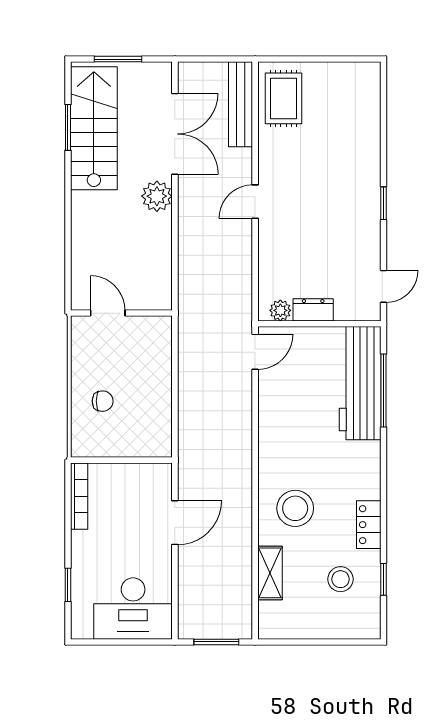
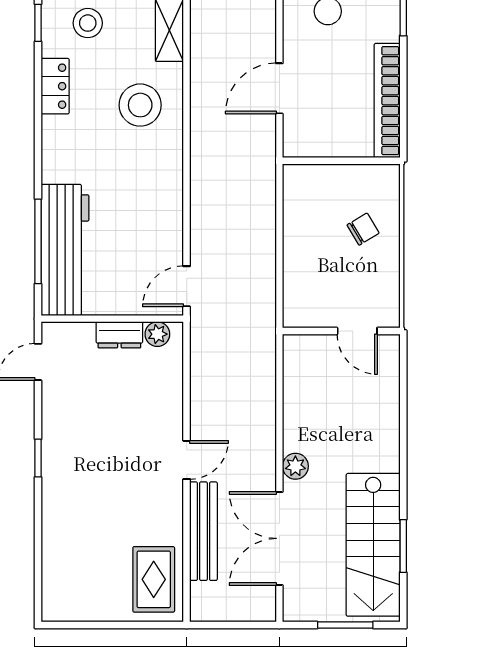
bench: (241, 104) -> (203, 531), moved
plant: (157, 196) -> (295, 466), width x0.73, depth x0.73
chair: (103, 401) -> (363, 229), turned 149
bookcase: (79, 496) -> (387, 101), width x1.48, depth x1.31

